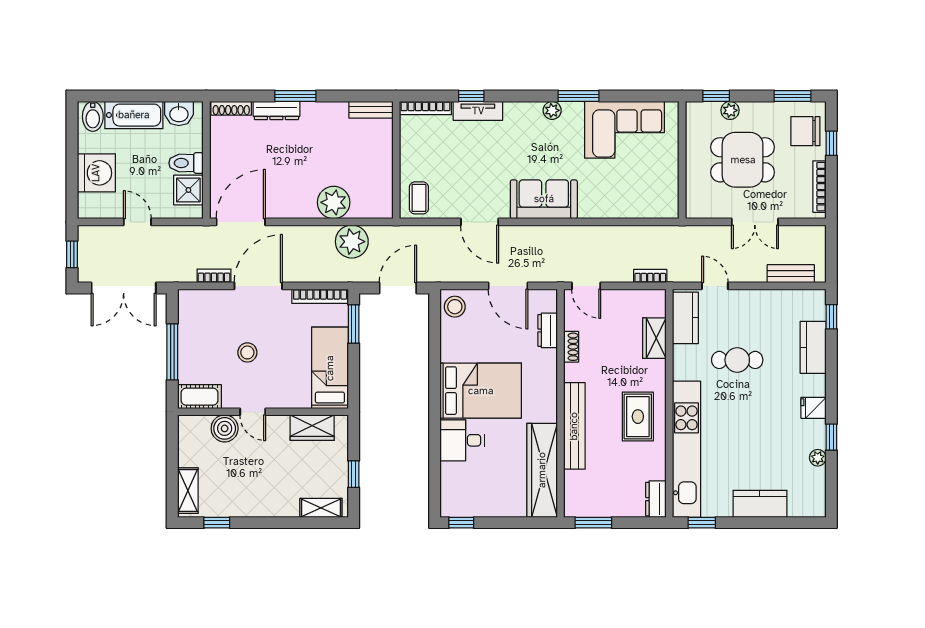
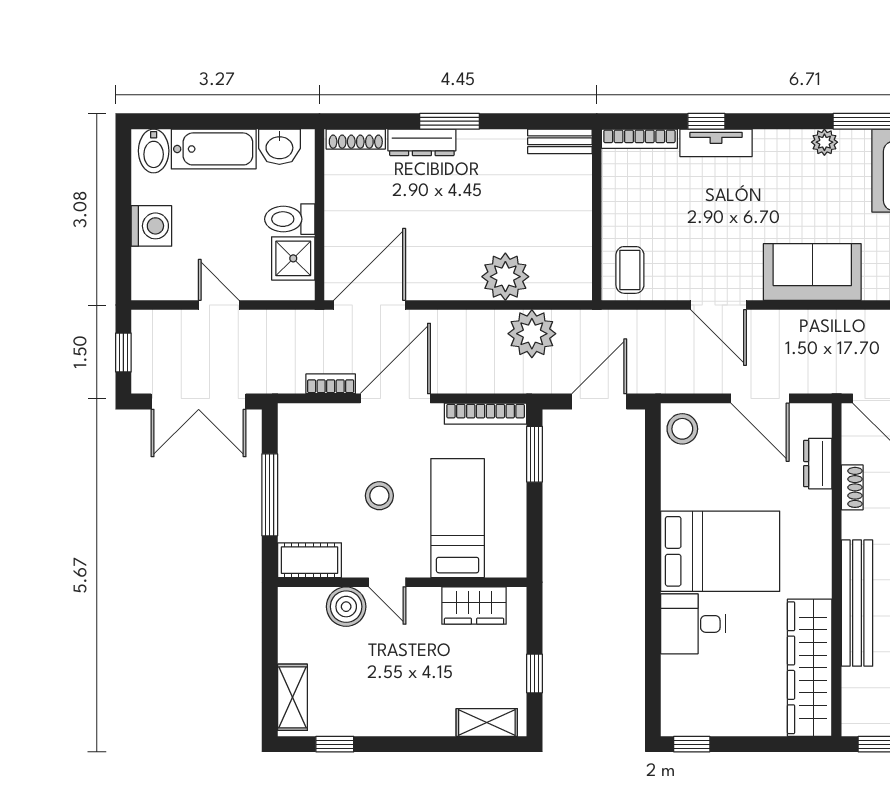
washing machine: (96, 173) -> (151, 226), width x0.73, depth x0.73
bed: (330, 368) -> (458, 518), moved

